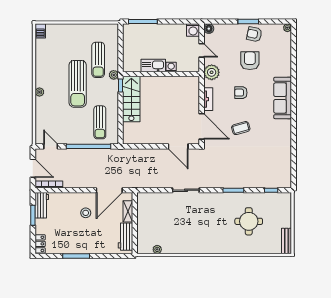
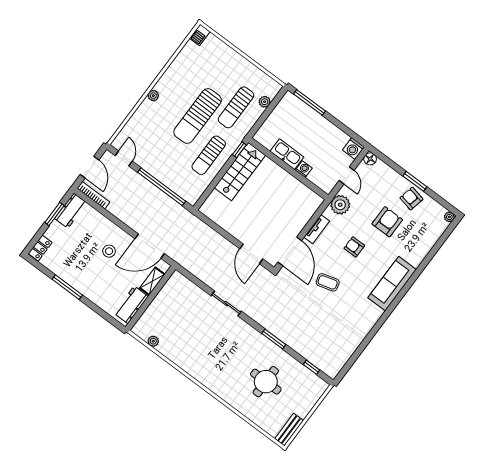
plant: (114, 75) -> (265, 102), moved
sun lounger: (100, 122) -> (209, 155), moved

